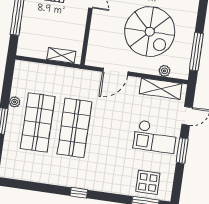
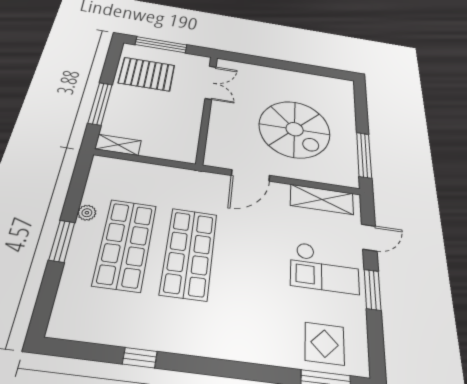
shelving: (61, 55) -> (118, 145), moved
plant: (164, 71) -> (323, 177), removed
window: (79, 193) -> (140, 358), moved

